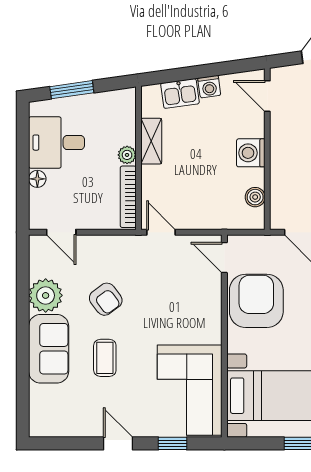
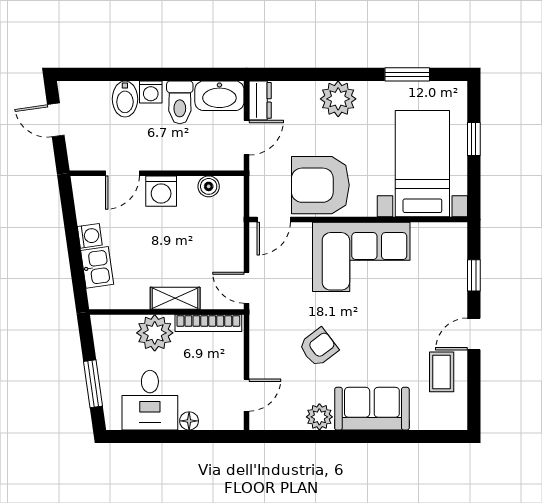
door: (267, 96) -> (122, 173), moved
shelving: (151, 141) -> (175, 298), moved
plant: (127, 155) -> (155, 333), width x1.87, depth x1.87
door: (161, 232) -> (247, 288), hinge flipped
plant: (46, 295) -> (319, 417), width x0.73, depth x0.73
coffee table: (105, 358) -> (442, 372), moved, turned 90
corner sofa: (190, 390) -> (361, 257), moved

